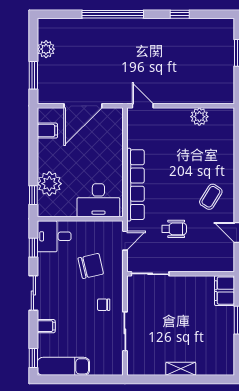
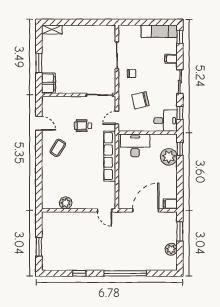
filing cabinet: (47, 131) -> (170, 204), moved
shelving: (181, 369) -> (52, 30), moved

